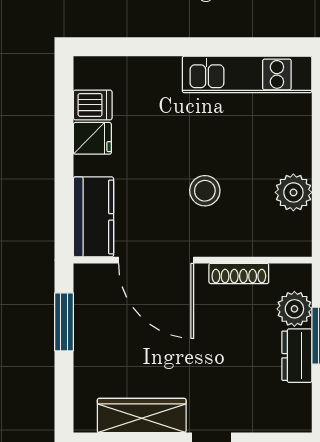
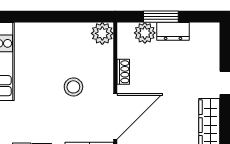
plant: (293, 192) -> (102, 33), moved
shoe rack: (239, 273) -> (123, 72), width x0.70

